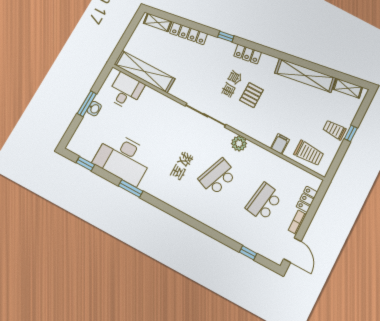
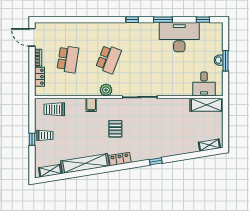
locker: (189, 33) -> (183, 149), removed
locker: (248, 54) -> (120, 159), moved
shelving: (144, 72) -> (206, 105), width x0.68
filing cabinet: (280, 144) -> (91, 105), moved
window: (248, 253) -> (132, 20), moved

